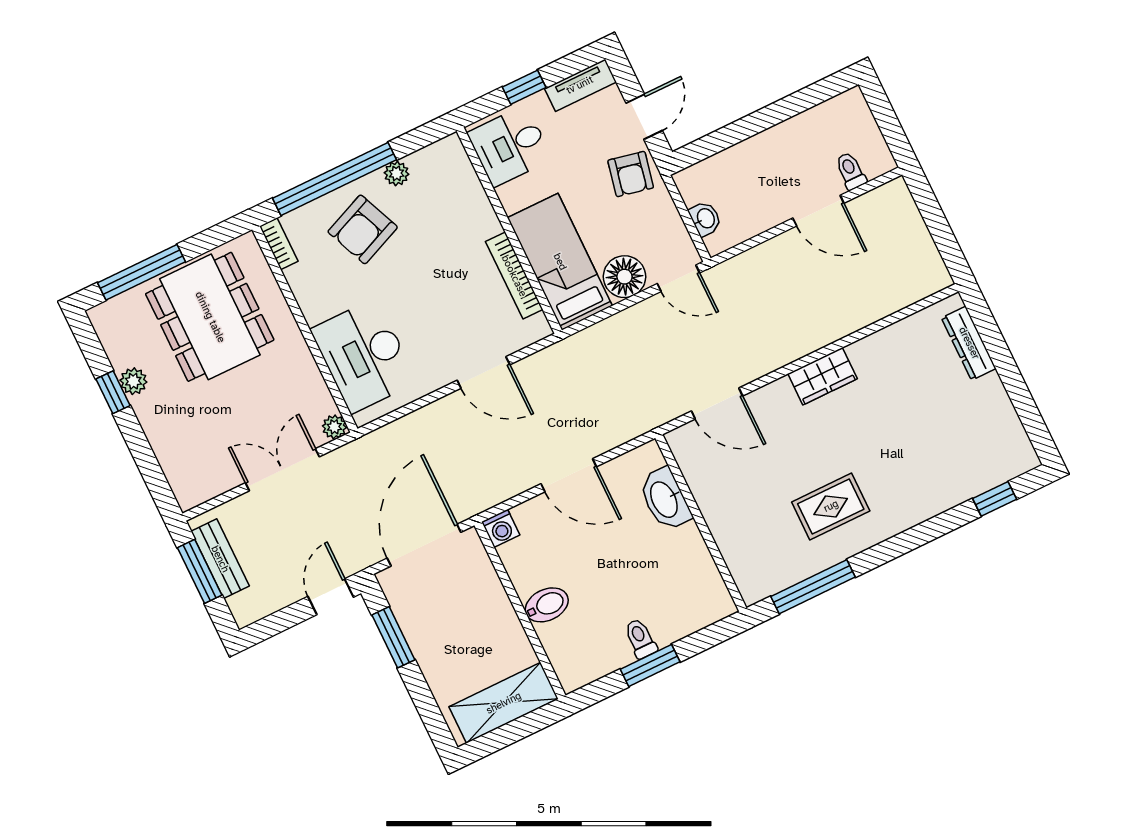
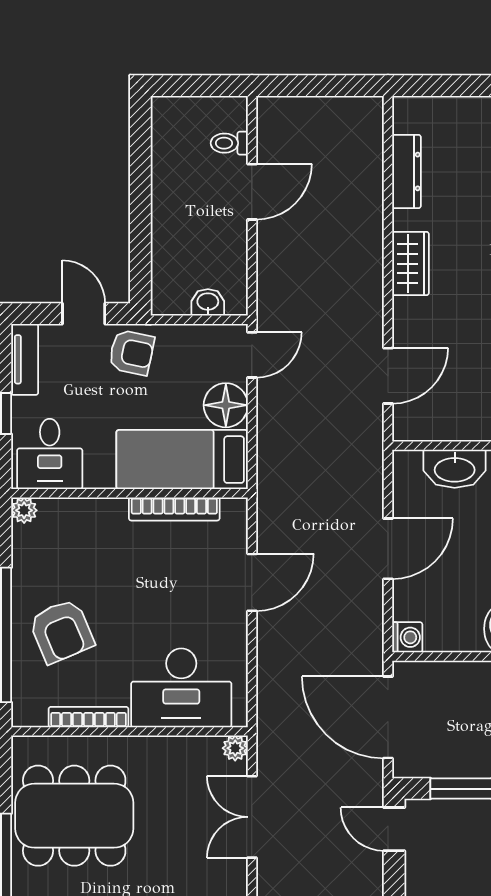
plant: (397, 173) -> (24, 510), moved
bookcase: (279, 244) -> (88, 717), moved, width x1.56
dresser: (969, 343) -> (406, 171), moved, turned -90

